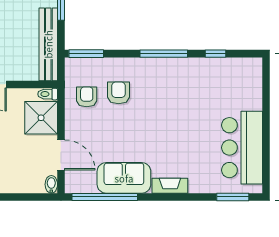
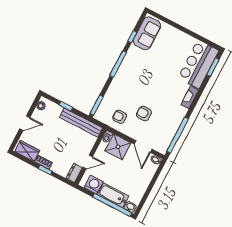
armchair: (119, 93) -> (144, 114), moved
bar counter: (242, 148) -> (198, 64), moved, turned 90
door: (61, 155) -> (143, 147), swing flipped
sofa: (124, 178) -> (147, 33), moved, turned 180

